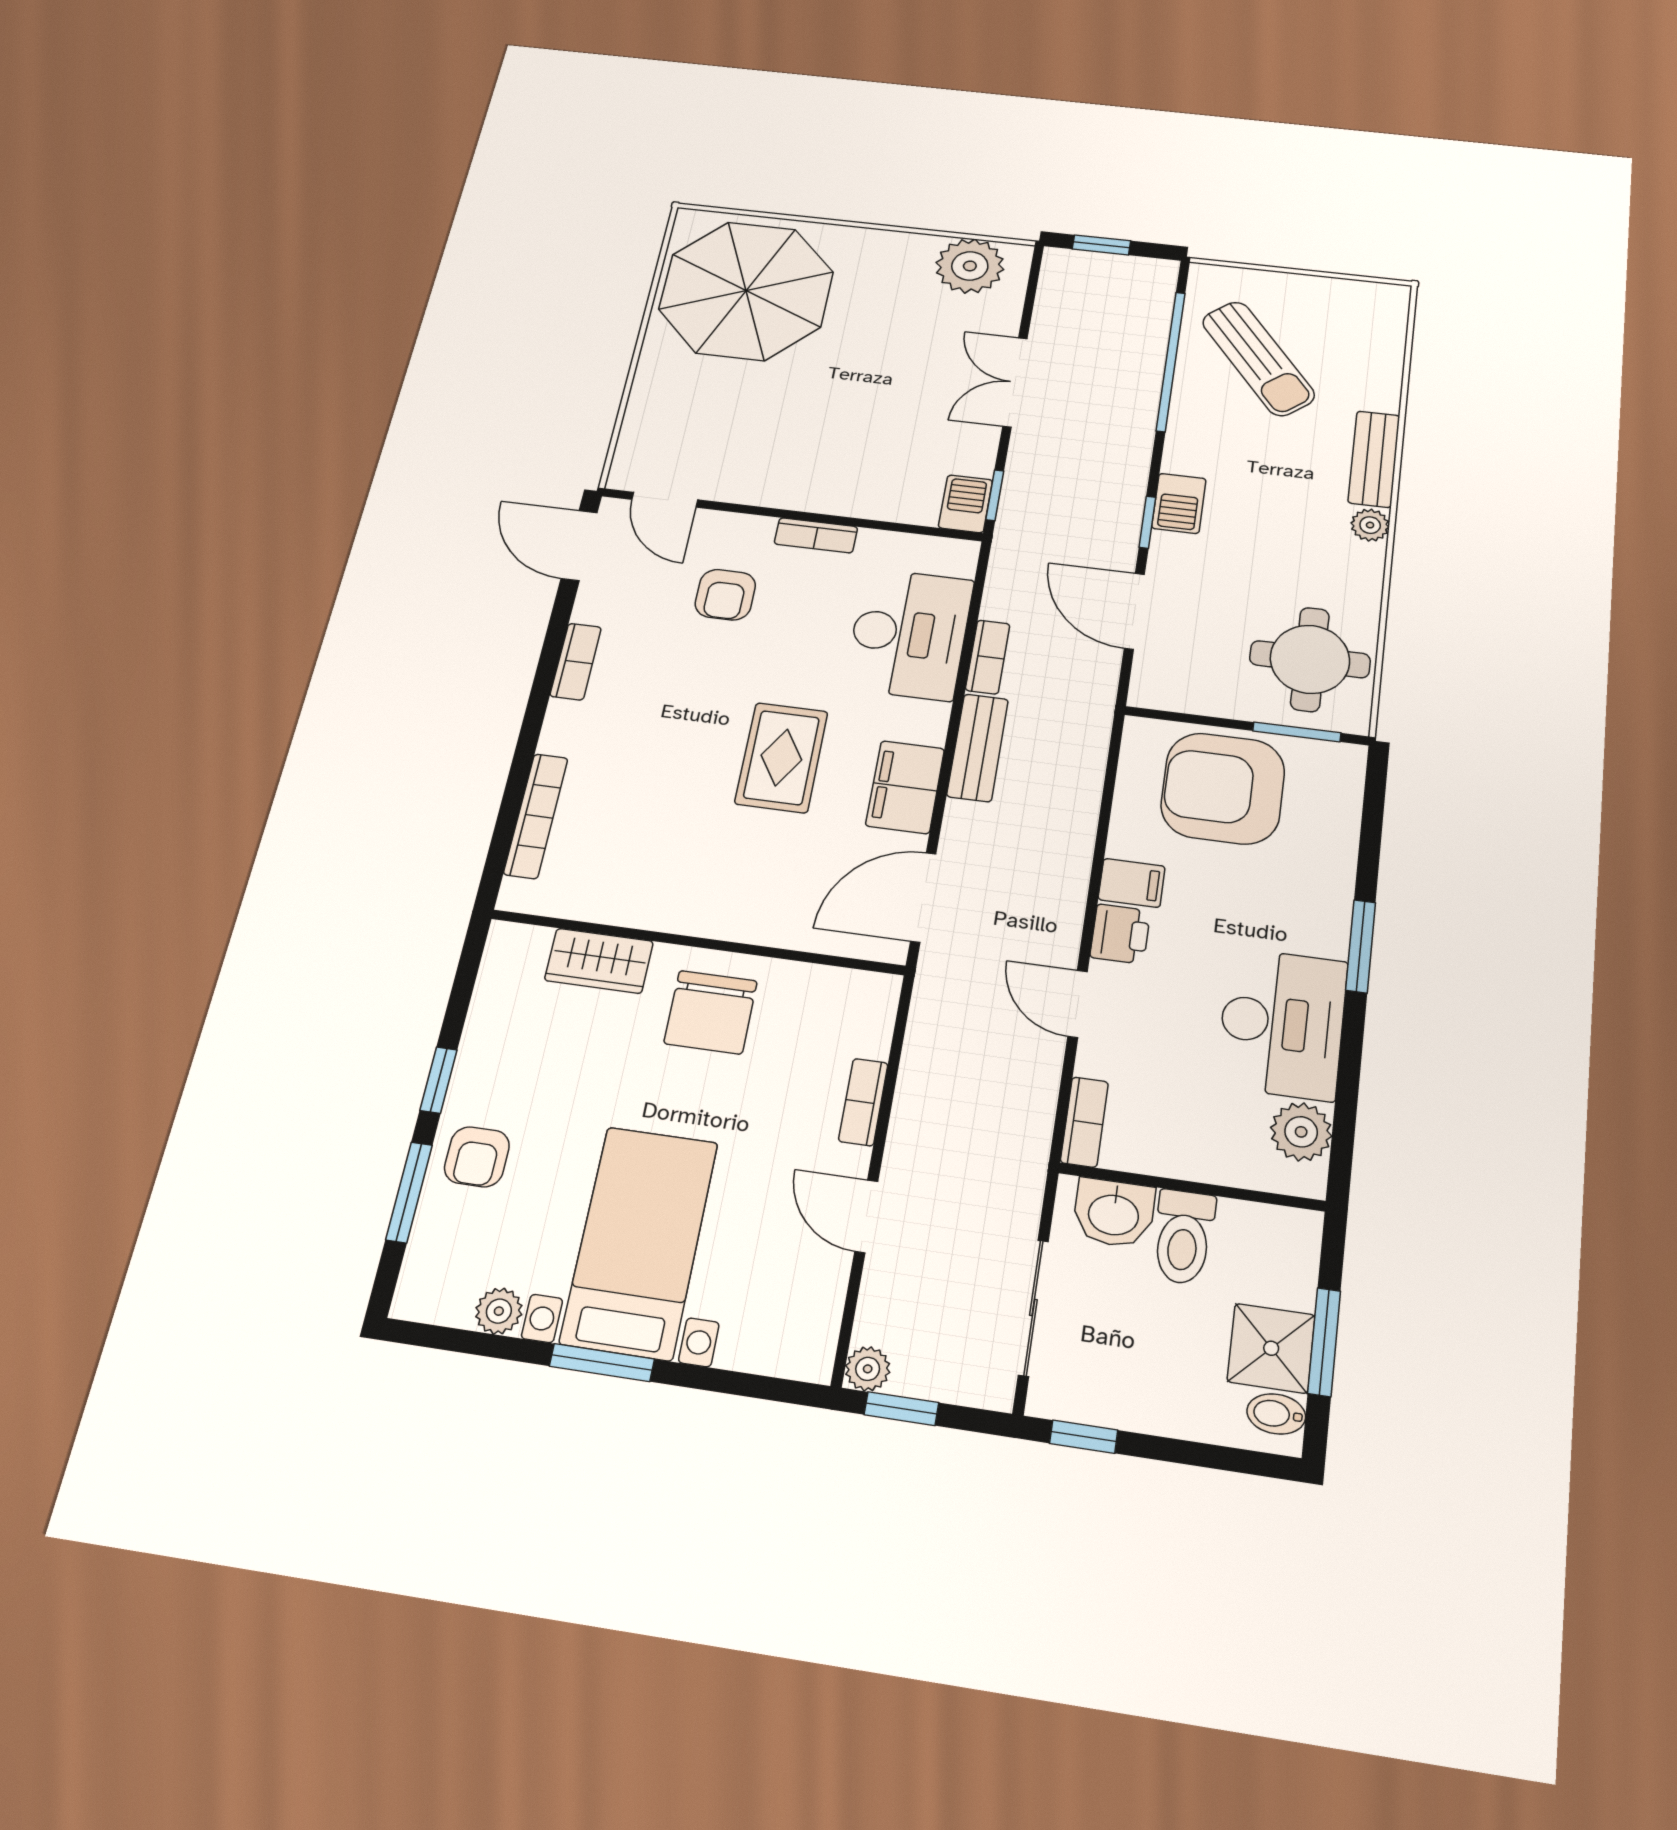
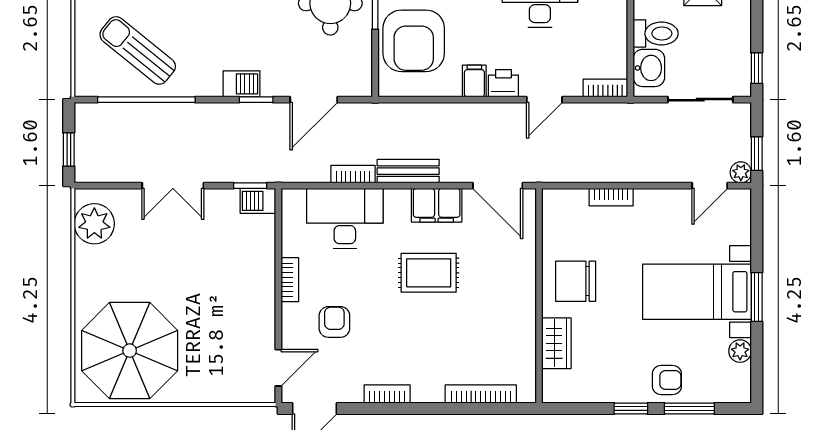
sun lounger: (1258, 358) -> (138, 50), turned -102
armchair: (725, 595) -> (334, 322), turned -90
chair: (711, 1012) -> (576, 281), turned 180
door: (866, 1216) -> (710, 186), moved

